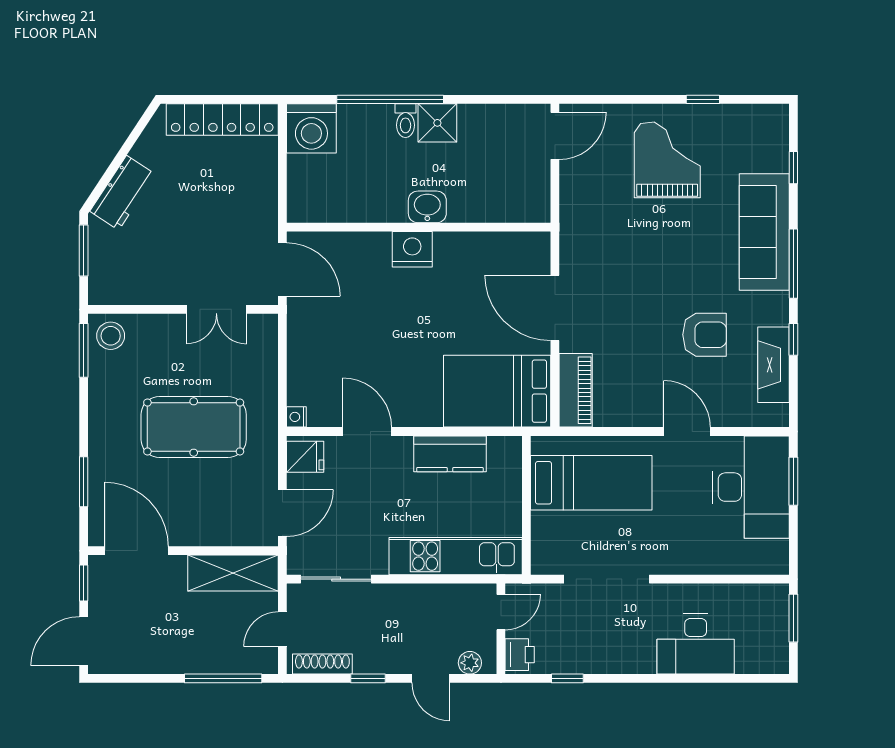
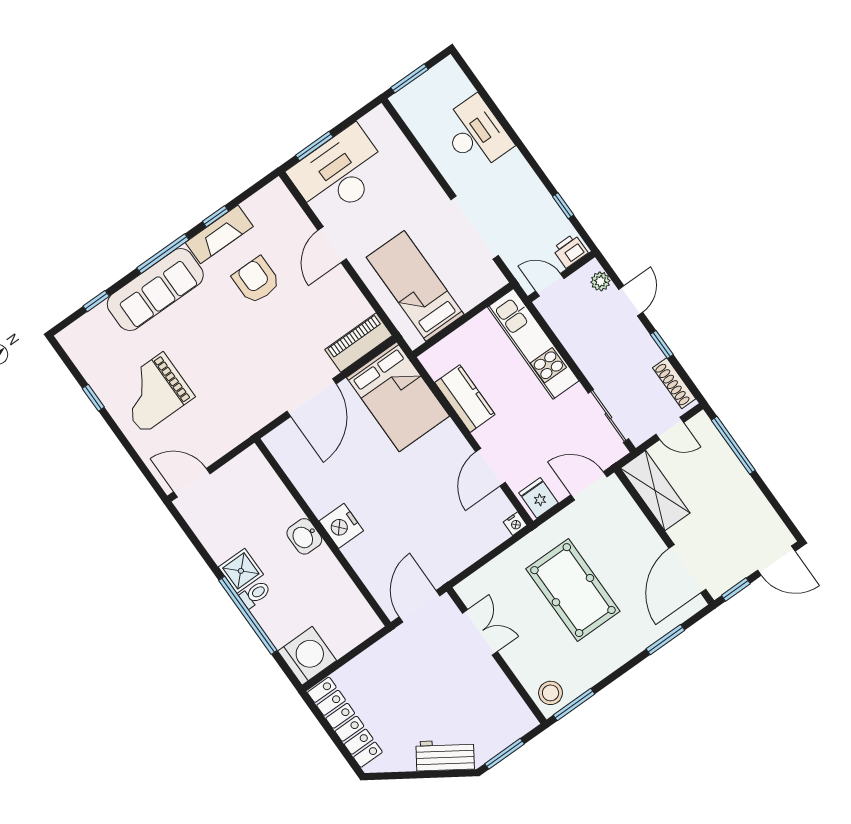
fireplace: (773, 365) -> (219, 234), moved

